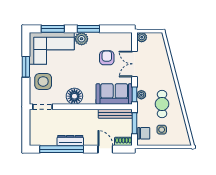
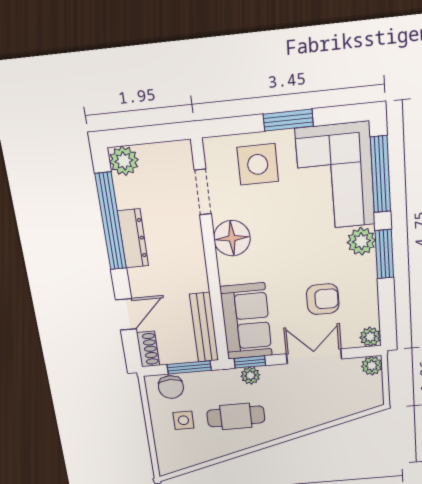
window: (53, 29) -> (380, 174), width x1.44
plant: (127, 37) -> (370, 337), added
doorway: (42, 107) -> (203, 192), moved
plant: (36, 139) -> (124, 161), added

